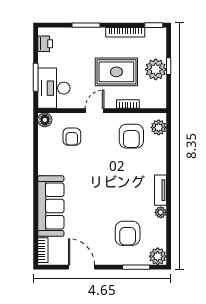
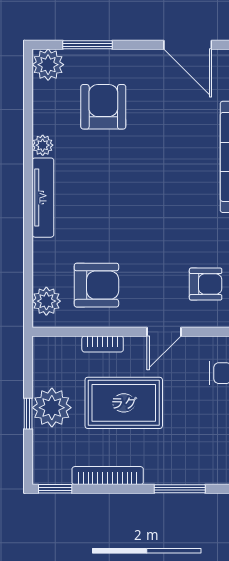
armchair: (131, 136) -> (96, 285), turned 90
armchair: (72, 137) -> (206, 284), turned 90
tv unit: (160, 190) -> (43, 198), width x1.41

